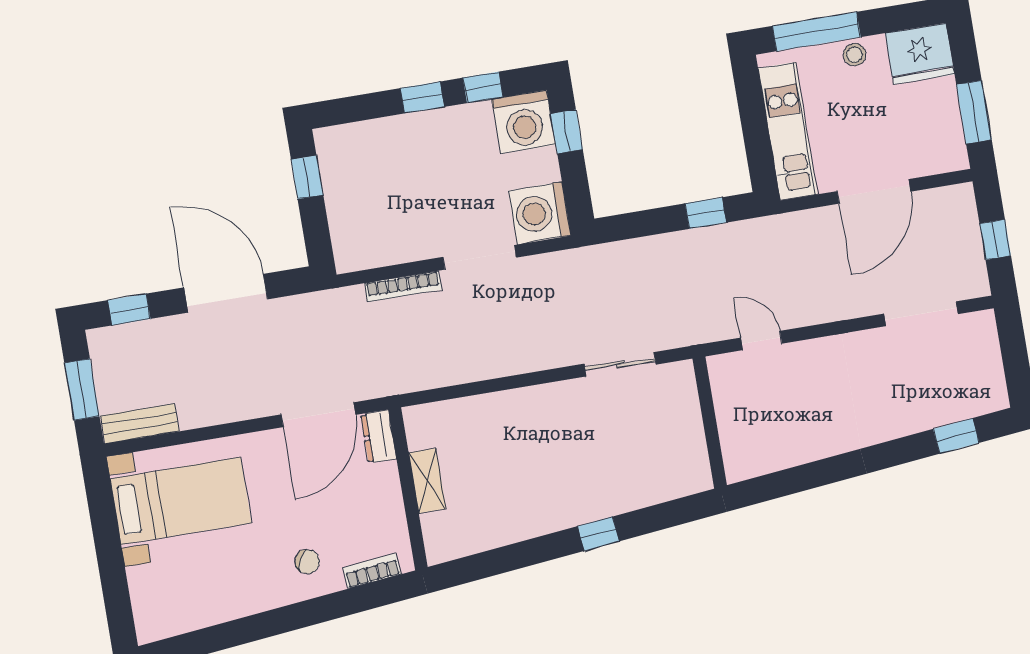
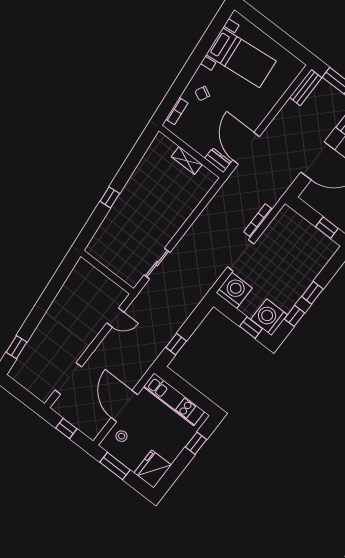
window: (817, 32) -> (196, 443), width x0.46
stool: (855, 55) -> (122, 436), moved
bed with nightstands: (181, 501) -> (241, 58), moved, turned -96

